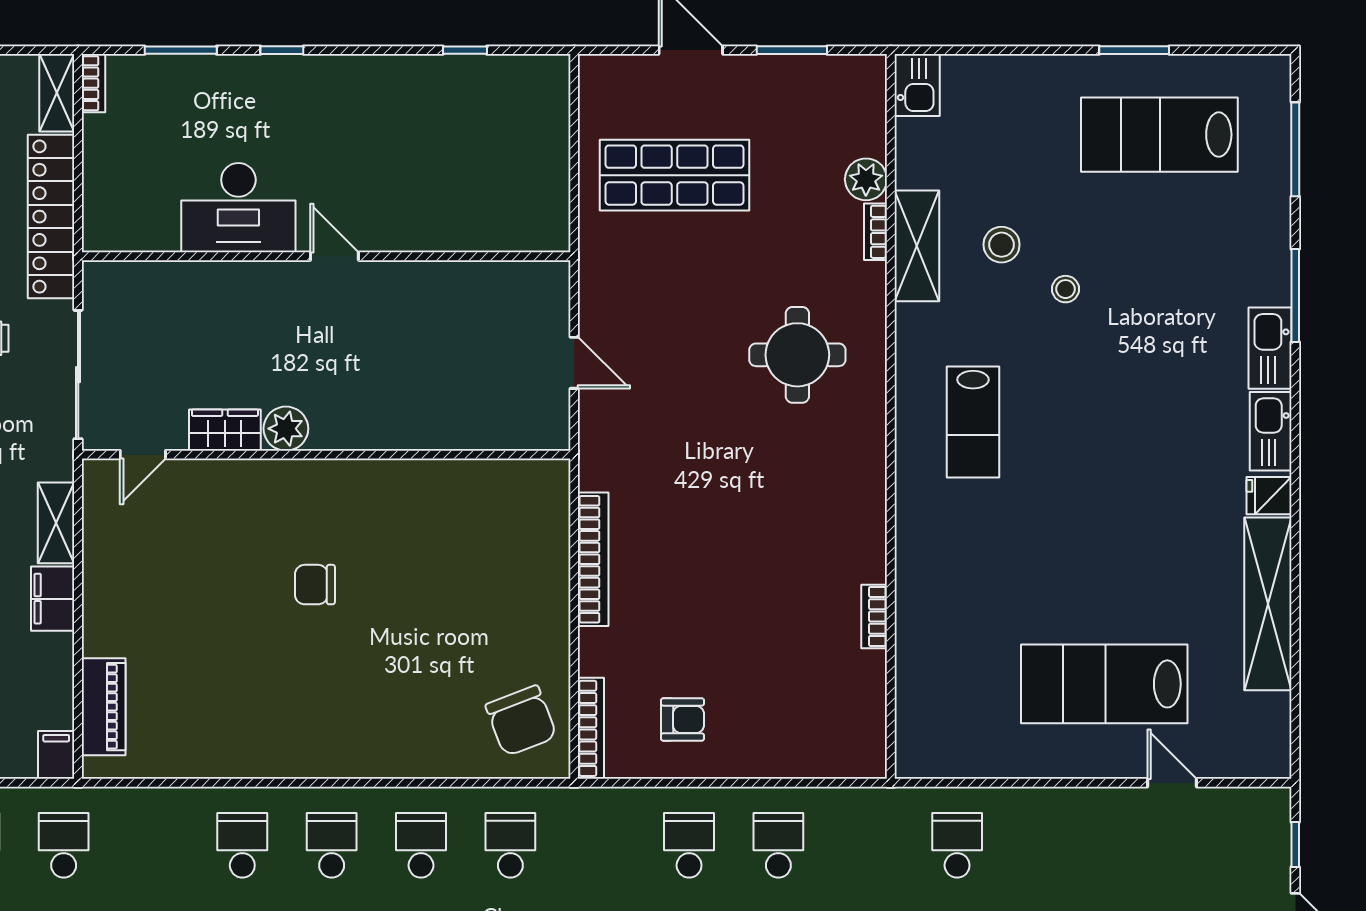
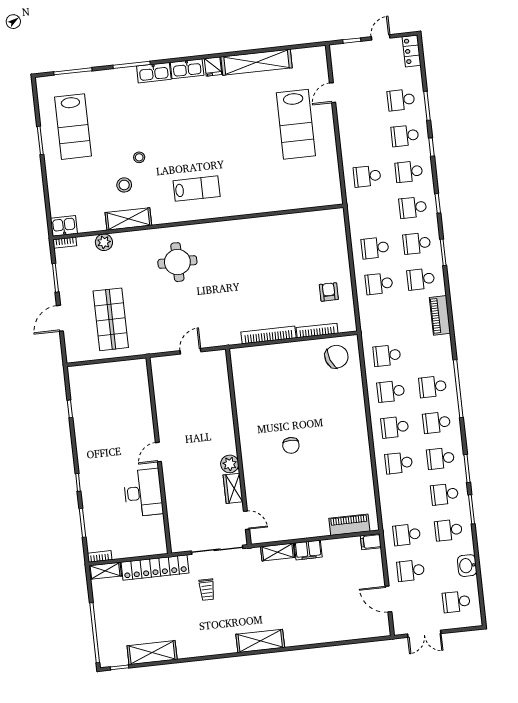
bookcase: (876, 232) -> (65, 243), moved
bookcase: (874, 616) -> (279, 220), removed
bookcase: (591, 728) -> (317, 330), moved

